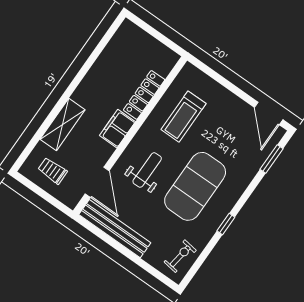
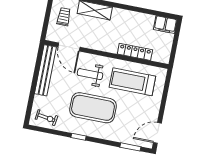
treadmill: (183, 117) -> (132, 82), width x1.37, depth x1.38
filing cabinet: (117, 129) -> (165, 25), moved, turned 180
weight bench: (147, 170) -> (90, 74), turned 180
door: (97, 182) -> (69, 47), hinge flipped

